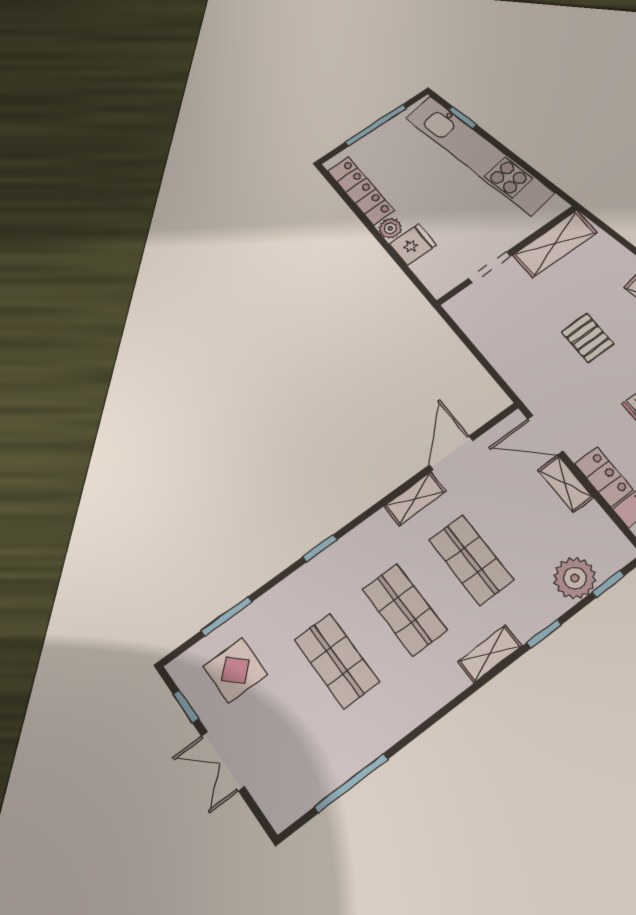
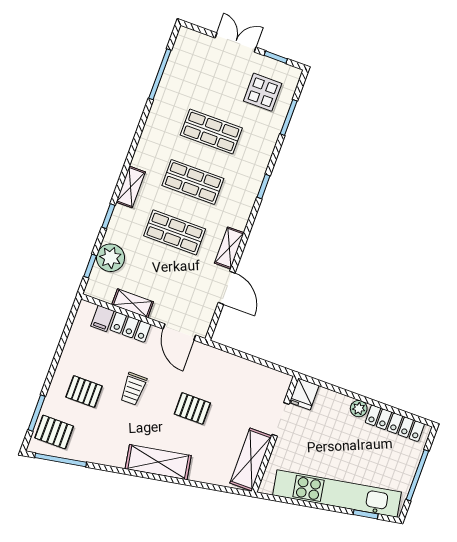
fridge: (413, 245) -> (304, 394), moved
door: (545, 435) -> (179, 332), swing flipped
shelving: (565, 484) -> (133, 303), moved

